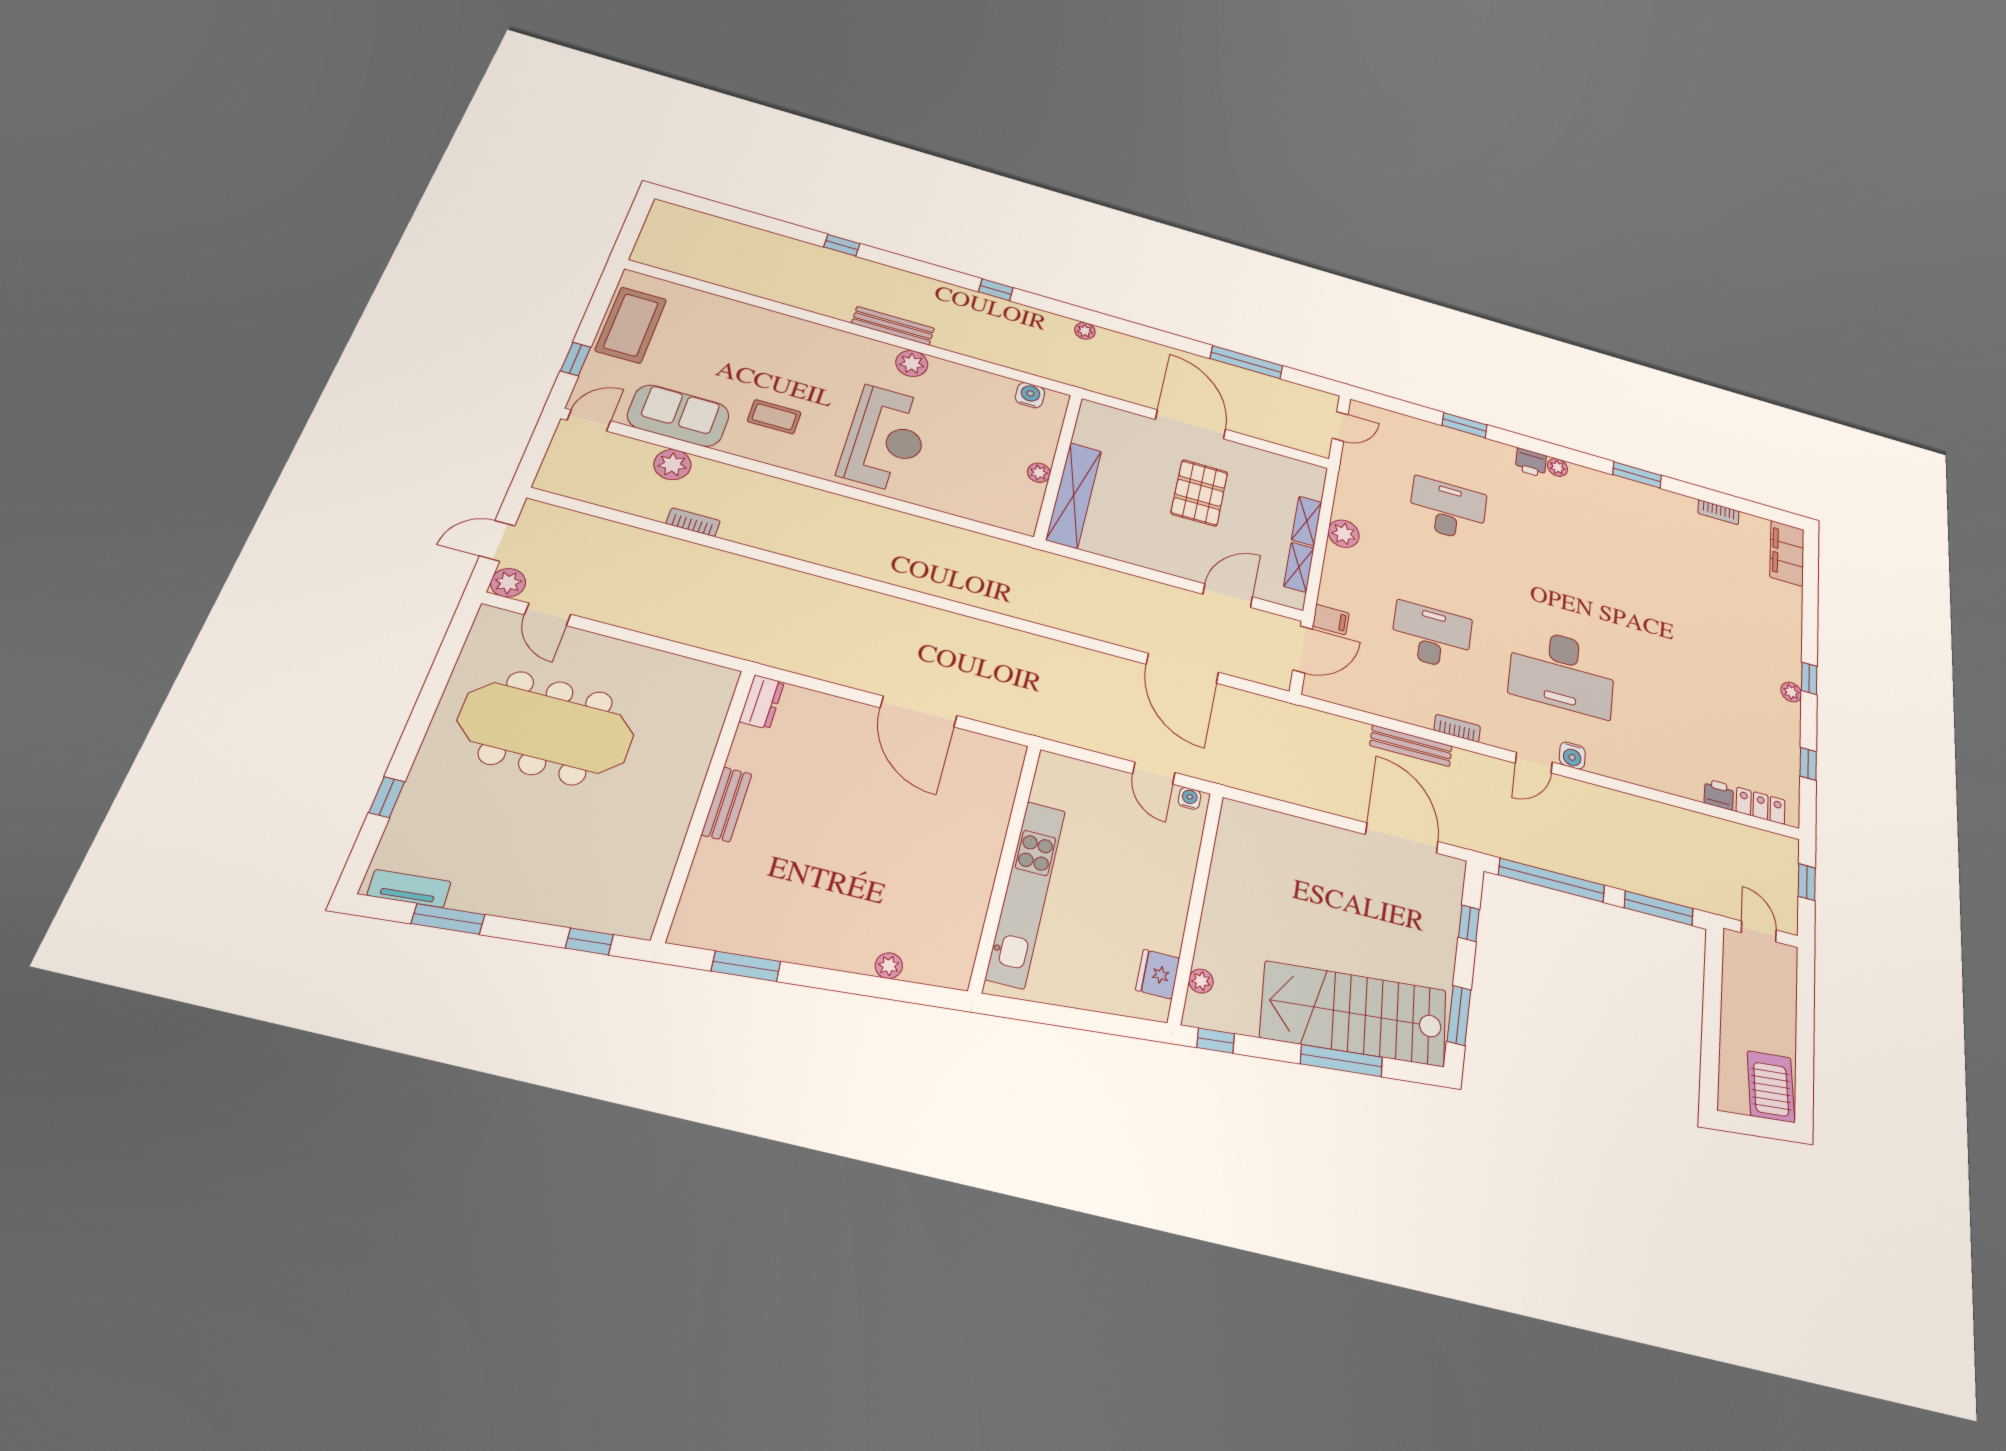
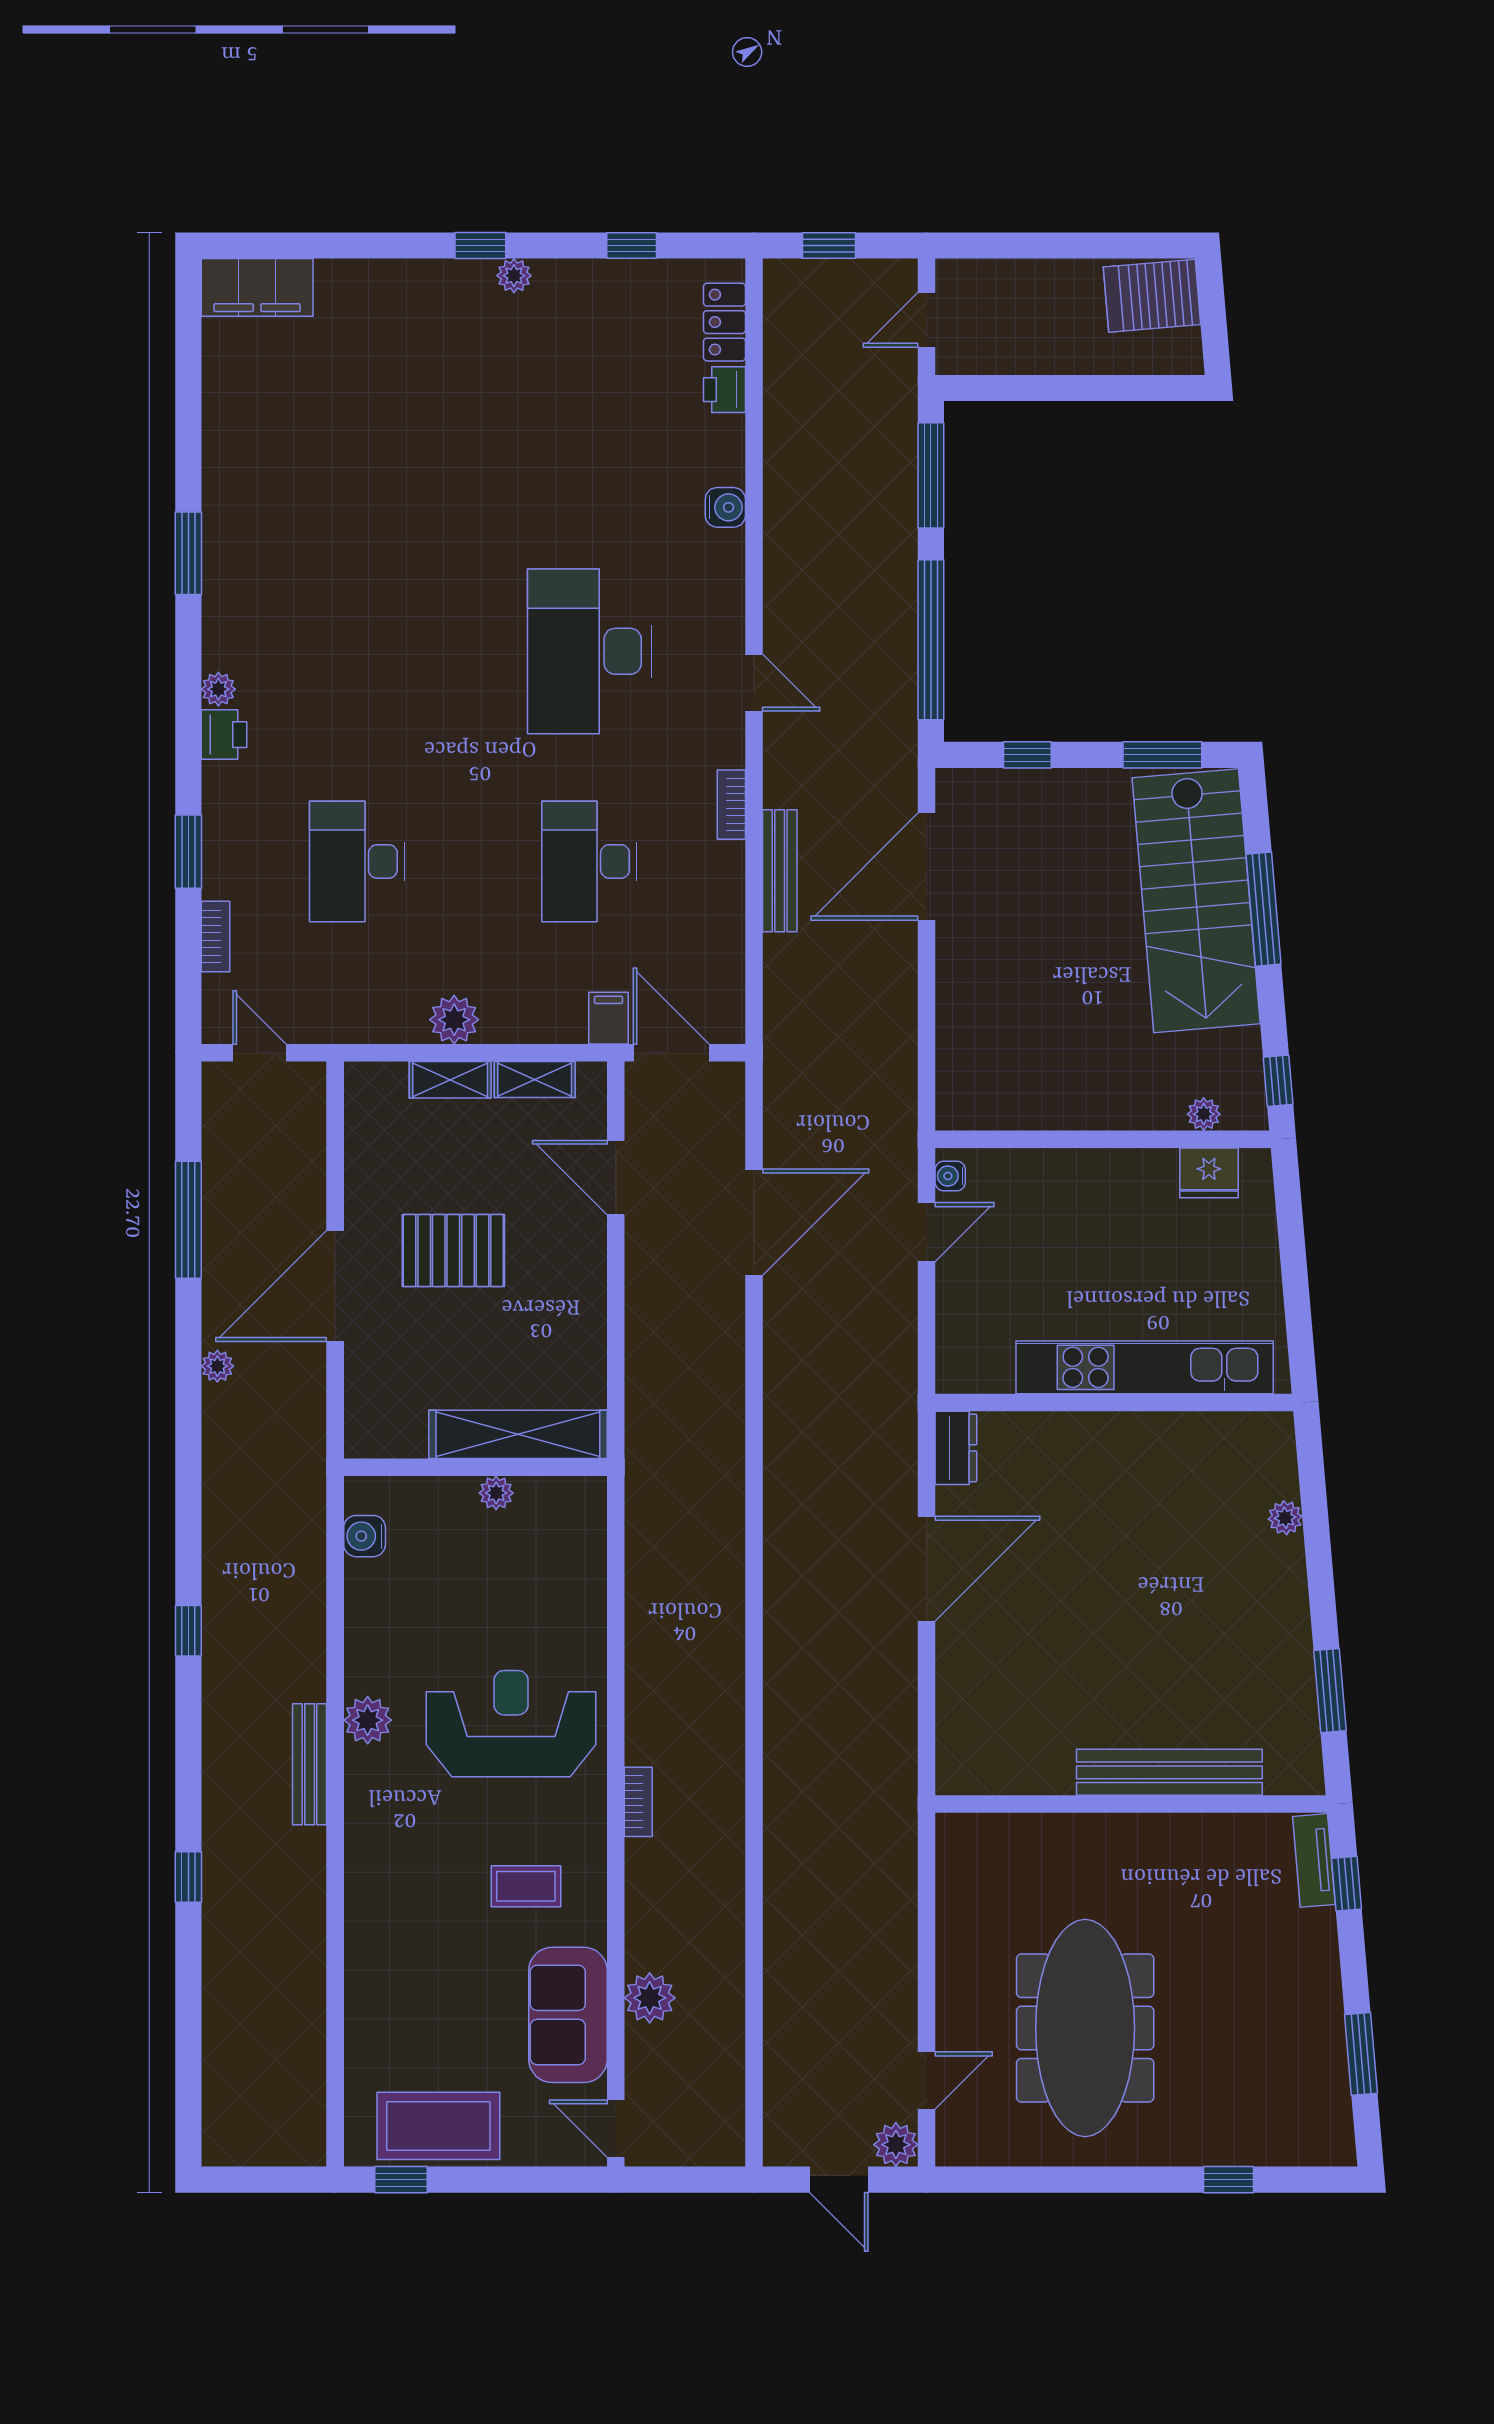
plant: (1085, 331) -> (217, 1366), moved
window: (576, 359) -> (401, 2180), moved
coffee table: (774, 417) -> (526, 1886), turned 90
bookcase: (1718, 512) -> (215, 936), moved
bookcase: (693, 522) -> (638, 1802), moved, turned 180
desk: (1562, 672) -> (589, 651), turned 180
dresser: (762, 702) -> (956, 1448), moved, turned 90
water cooler: (1572, 755) -> (725, 507), moved
bench: (727, 804) -> (1169, 1772), width x1.86, depth x1.21
tv unit: (409, 889) -> (1314, 1860), moved

